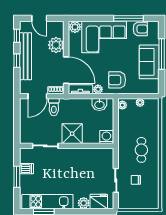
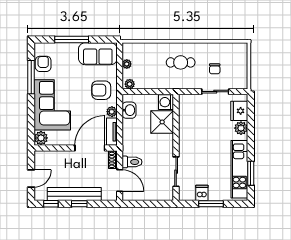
plant: (56, 45) -> (61, 159), removed
sofa: (149, 62) -> (98, 54), moved
armchair: (117, 80) -> (101, 90), turned 90
shower: (72, 134) -> (162, 122), moved

